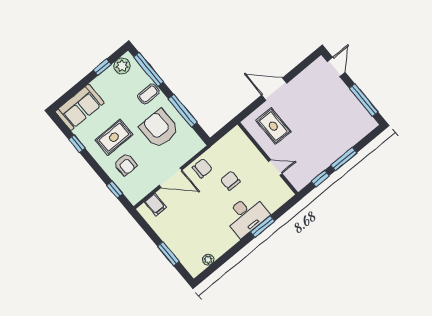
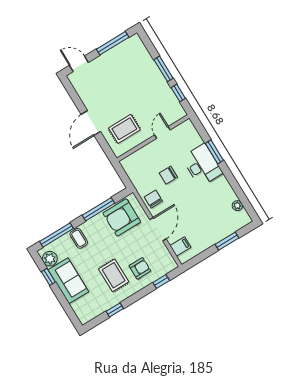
sofa: (80, 107) -> (68, 281), moved
armchair: (159, 129) -> (122, 217), moved

